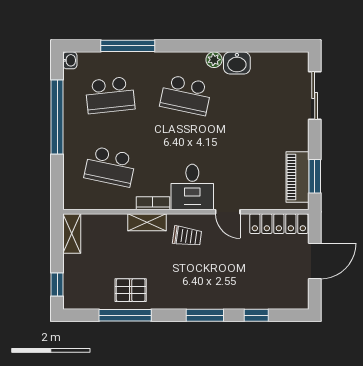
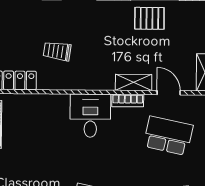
door: (228, 212) -> (169, 93), moved
trolley: (187, 236) -> (57, 51), moved

